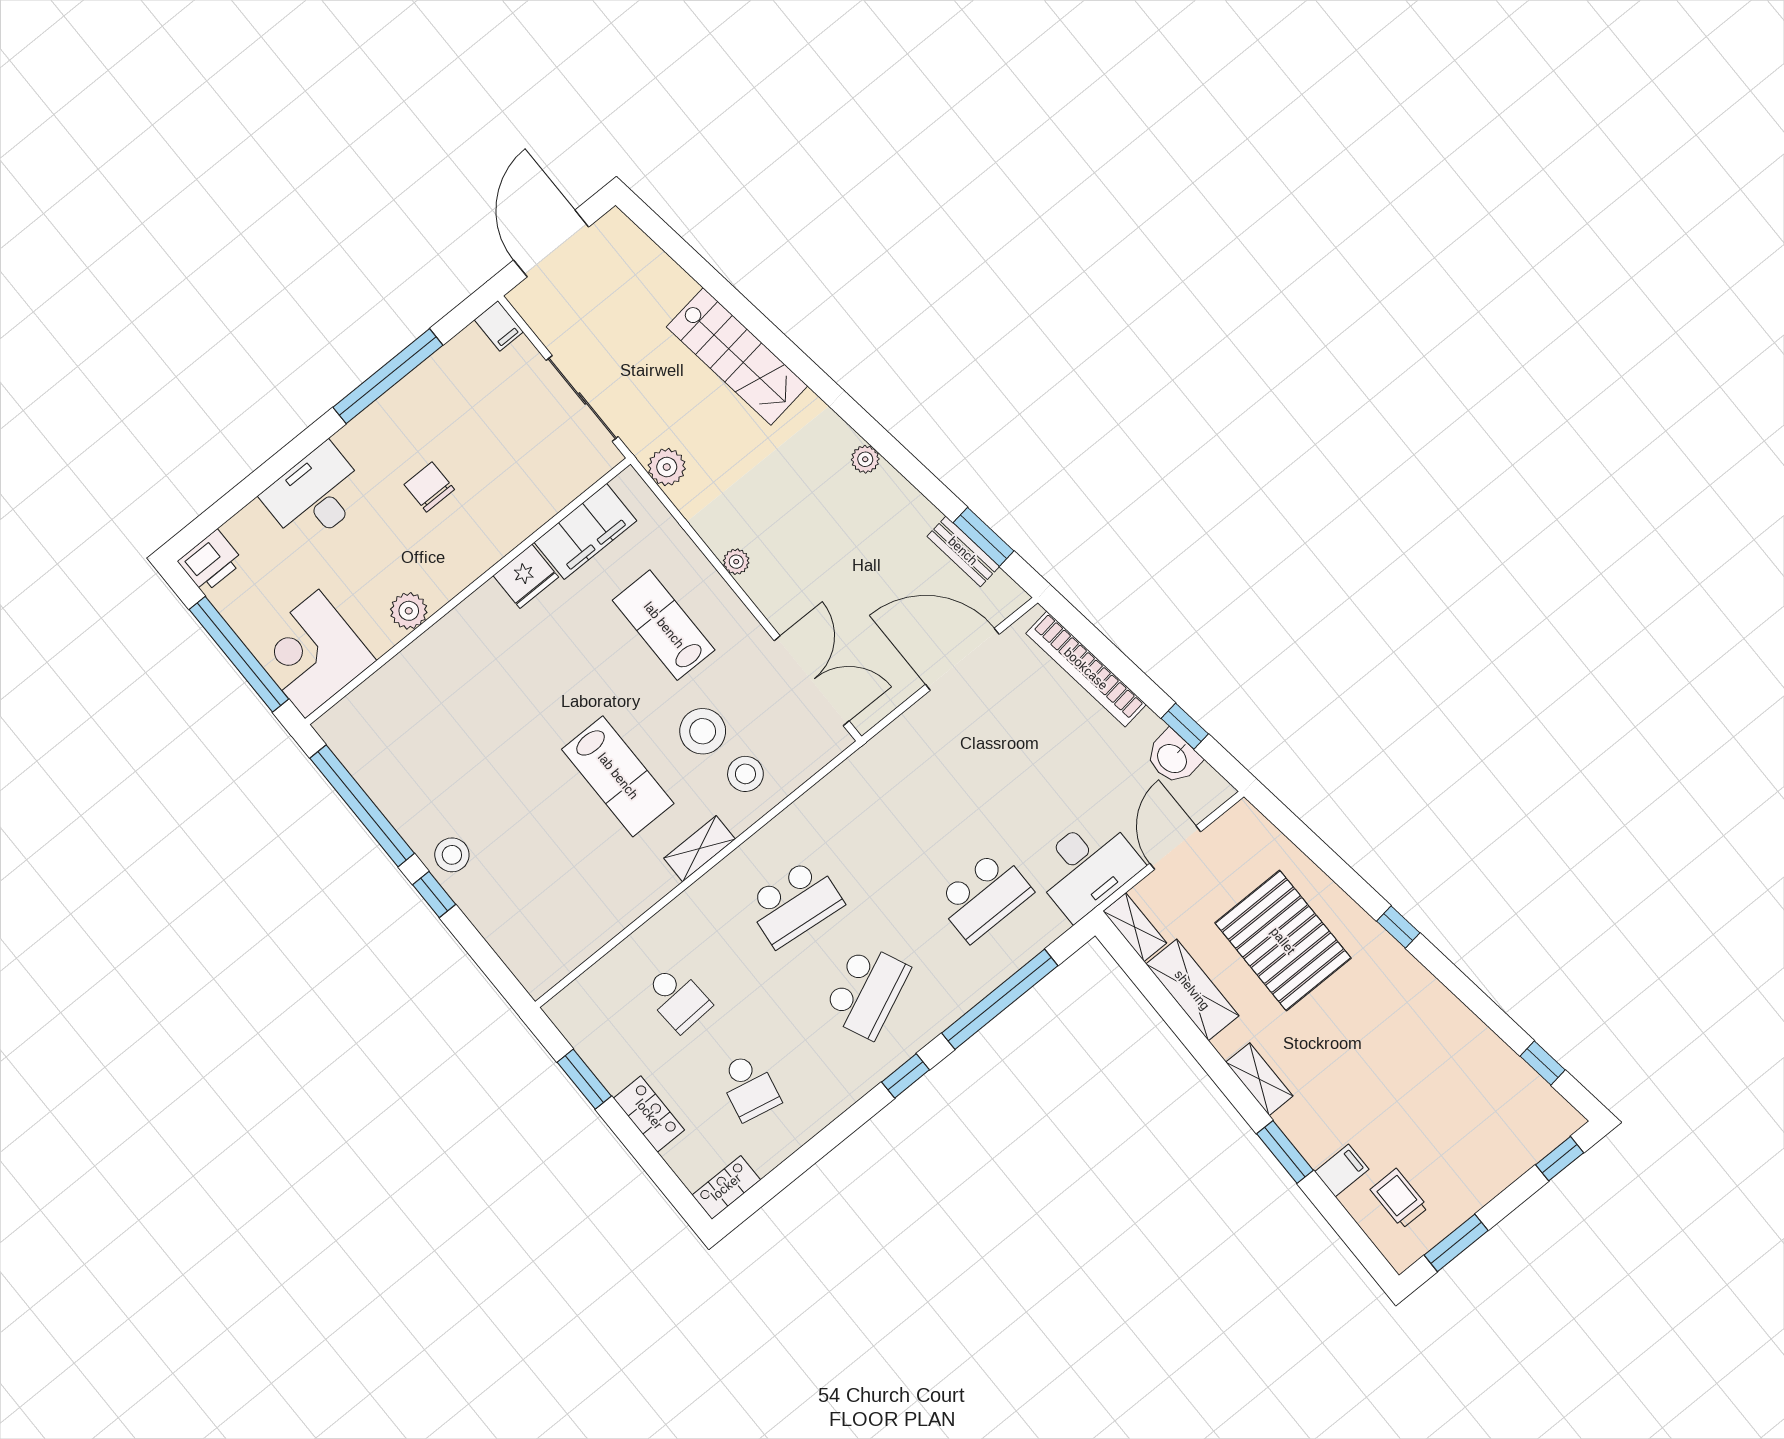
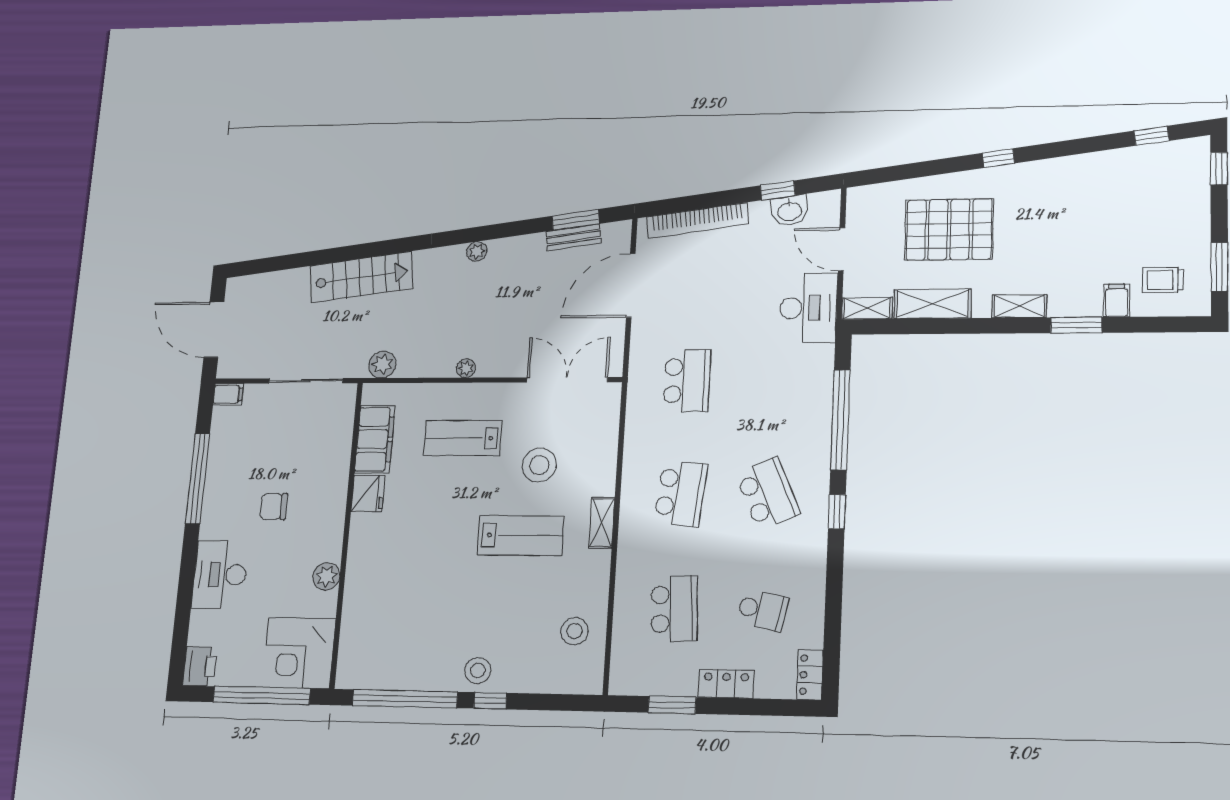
stool: (745, 774) -> (575, 631), moved
school desk: (984, 896) -> (687, 381), moved
school desk: (677, 998) -> (674, 609), width x1.85

